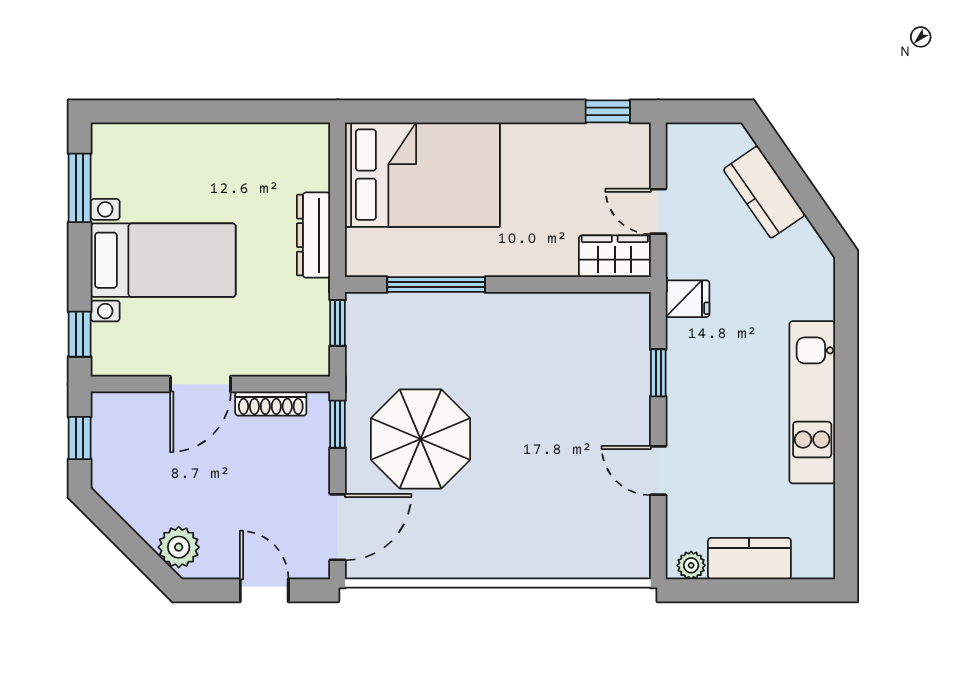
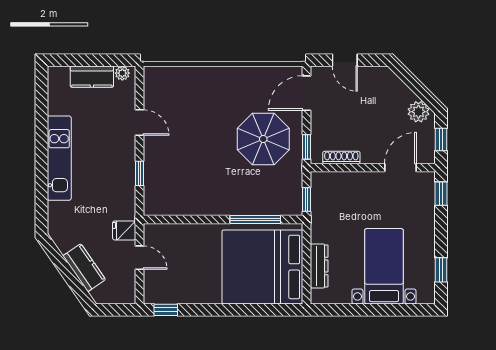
bed: (422, 175) -> (262, 267), width x1.36
window: (80, 188) -> (441, 270), width x0.67
dresser: (314, 235) -> (319, 266), moved
wardrobe: (615, 256) -> (162, 234), removed
bed with nightstands: (163, 260) -> (384, 266), moved, turned 90
fridge: (688, 299) -> (124, 230), moved
door: (200, 384) -> (400, 168), moved
plant: (179, 547) -> (418, 112), moved

